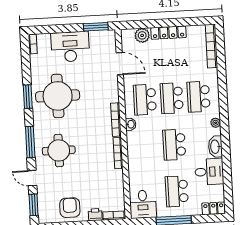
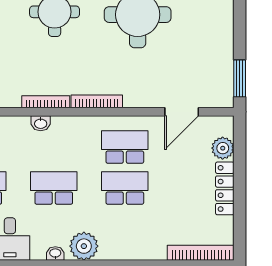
desk: (70, 47) -> (211, 38), removed
school desk: (199, 97) -> (125, 229), removed
plant: (216, 123) -> (84, 246), width x1.87, depth x1.87
washbasin: (131, 124) -> (41, 123), moved
washbasin: (215, 147) -> (55, 253), width x0.52, depth x0.69

